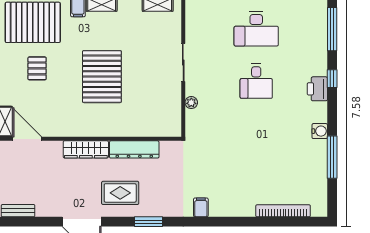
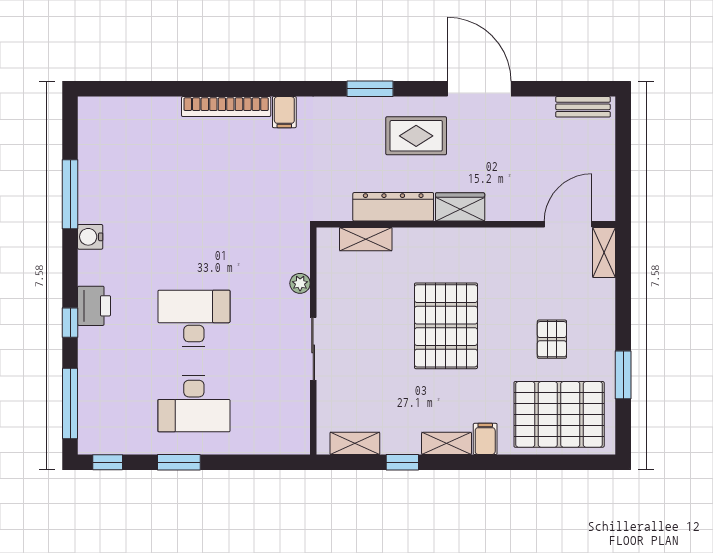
desk: (256, 29) -> (194, 404), turned 180
desk: (256, 81) -> (194, 318), width x1.37
shelving: (151, 130) -> (366, 239), added
door: (27, 139) -> (568, 224), swing flipped
wardrobe: (86, 149) -> (460, 207), width x0.67
bookcase: (283, 211) -> (226, 107), moved

